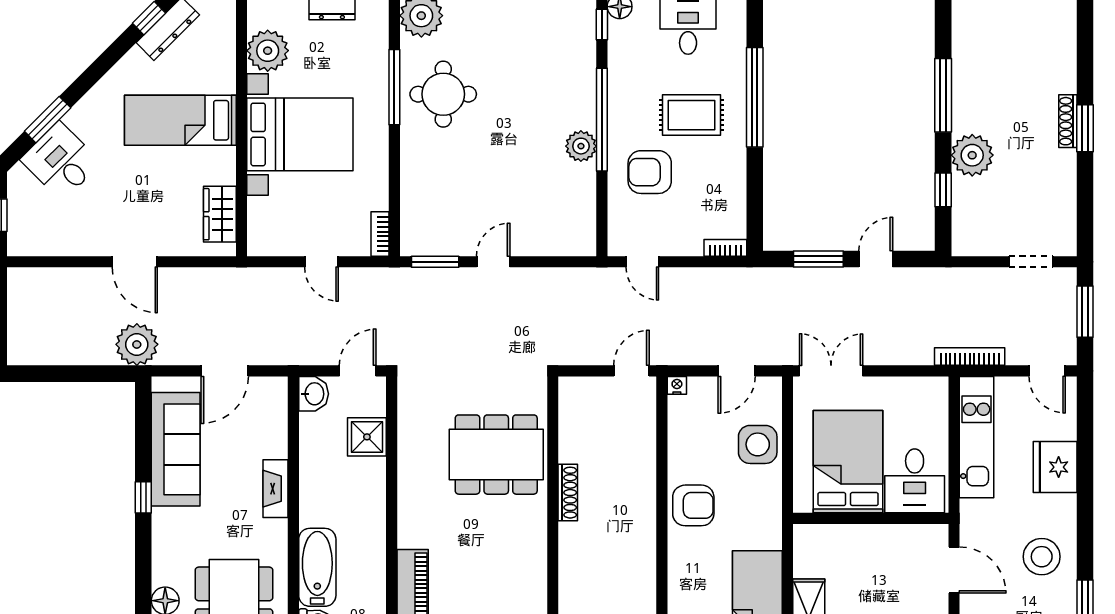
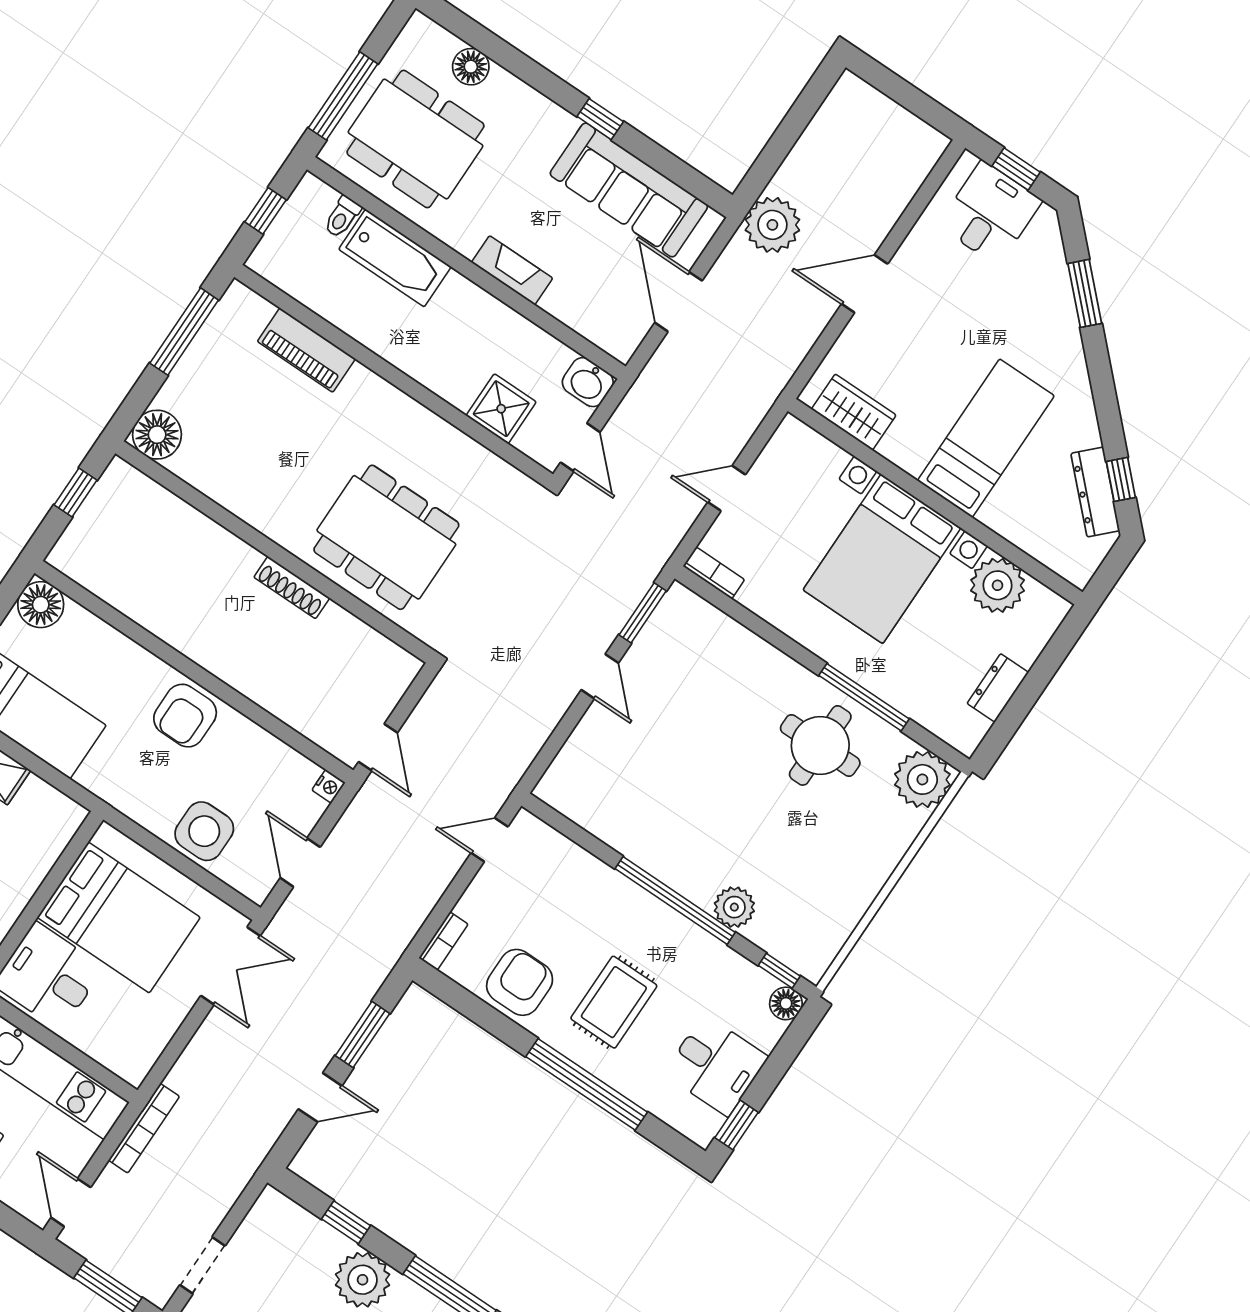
plant: (581, 146) -> (734, 907), moved
desk: (61, 161) -> (990, 213), moved, turned -45
armchair: (650, 172) -> (520, 982), moved
door: (876, 259) -> (320, 1097), hinge flipped
door: (1047, 371) -> (71, 1203), hinge flipped
dining table: (496, 455) -> (386, 537), turned 90

